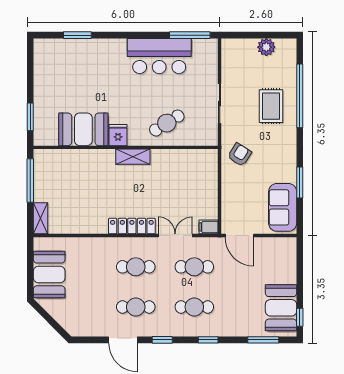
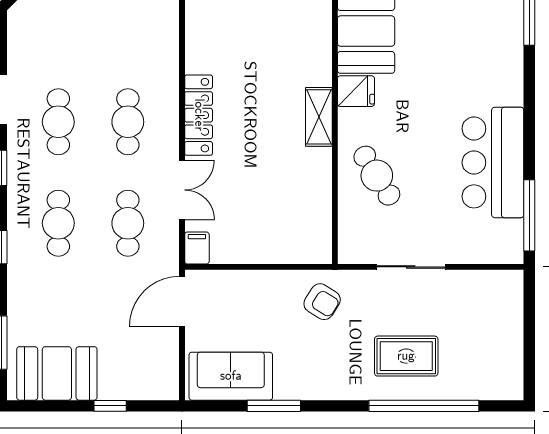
plant: (266, 47) -> (508, 348), removed
window: (300, 317) -> (110, 406), moved

